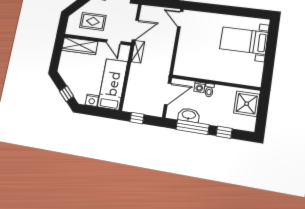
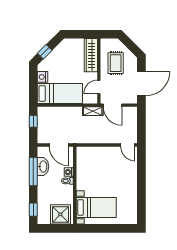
door: (180, 19) -> (128, 145), swing flipped
bed with nightstands: (244, 41) -> (96, 207), moved, turned 90
window: (224, 132) -> (33, 210), moved

